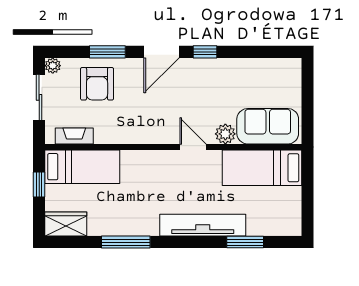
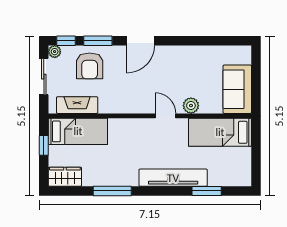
window: (205, 52) -> (66, 41), moved
sofa: (268, 126) -> (237, 89), moved, turned -90
fireplace: (74, 136) -> (77, 105), width x1.37, depth x1.32

